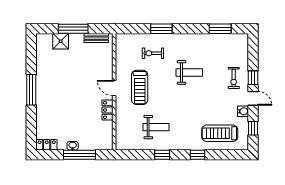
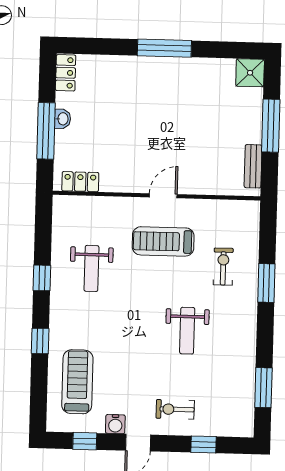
shower: (61, 41) -> (250, 73), moved
window: (253, 78) -> (203, 444), moved
locker: (107, 110) -> (80, 182), moved

